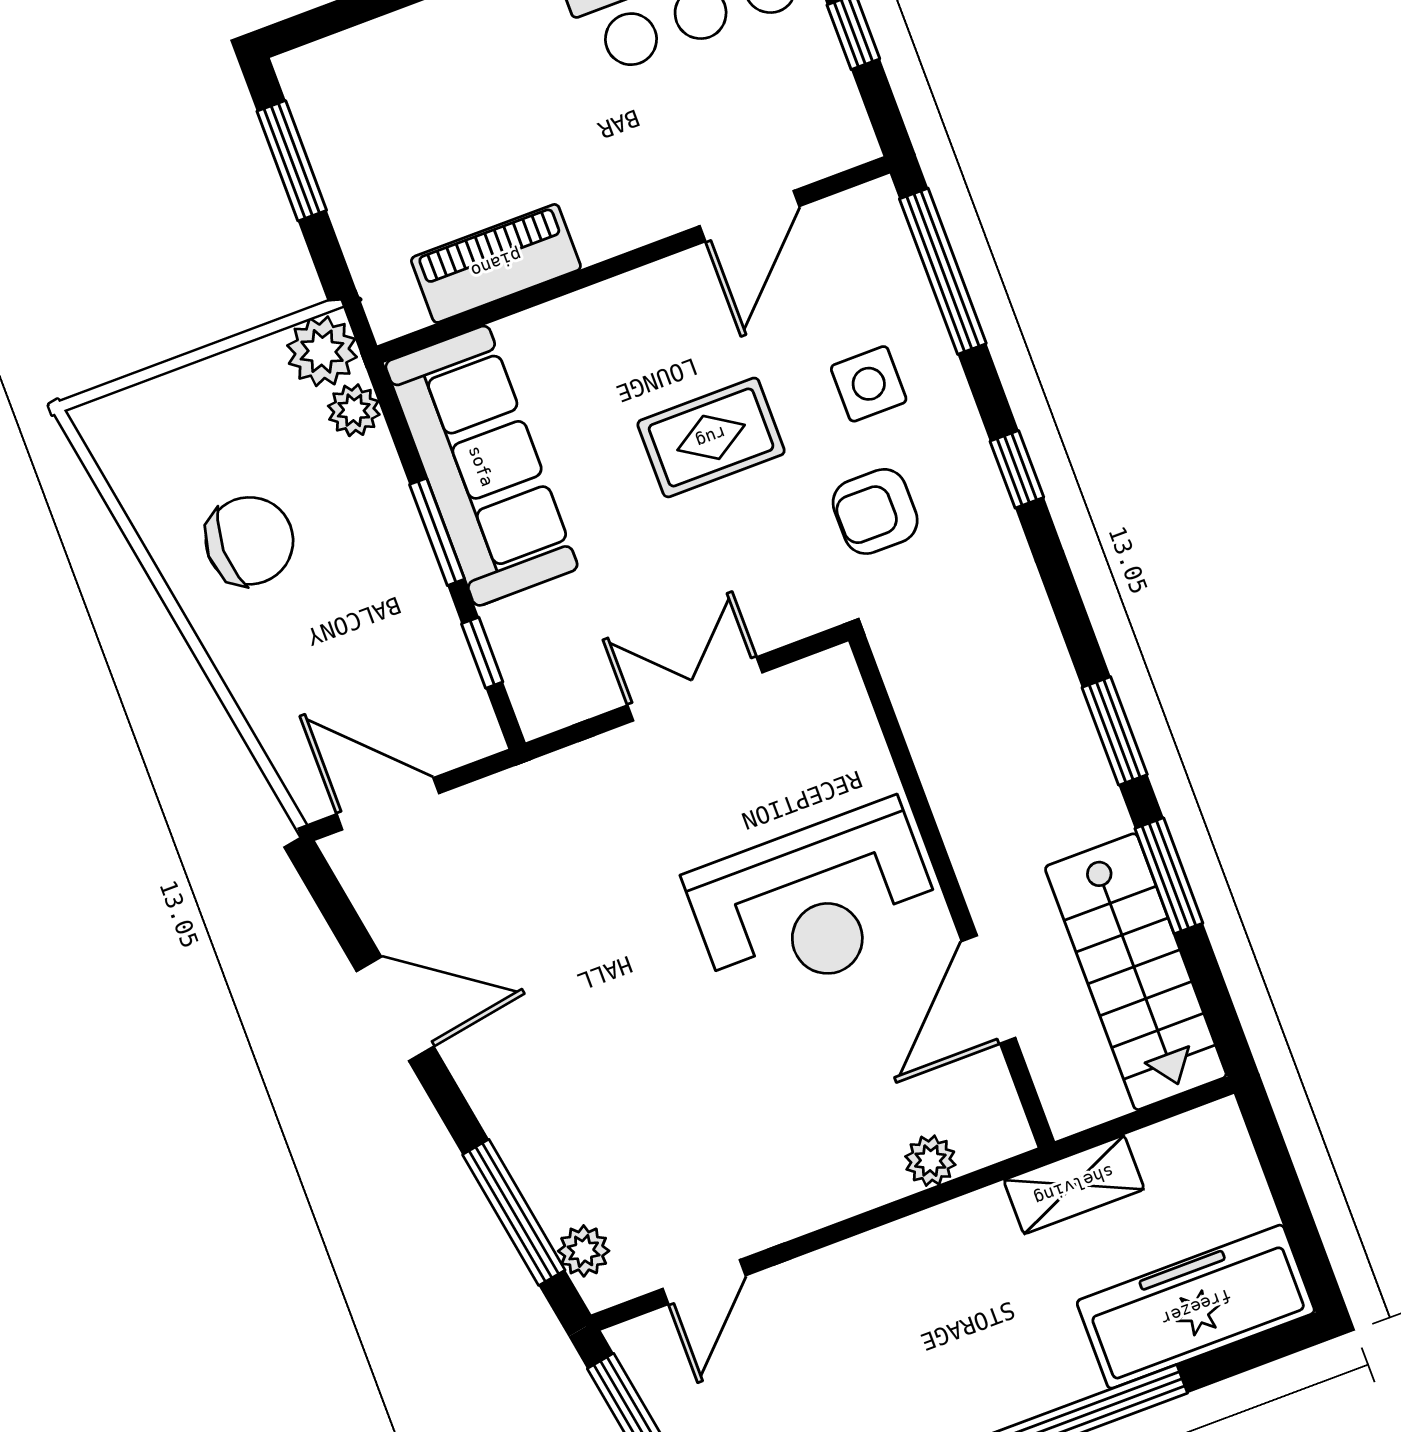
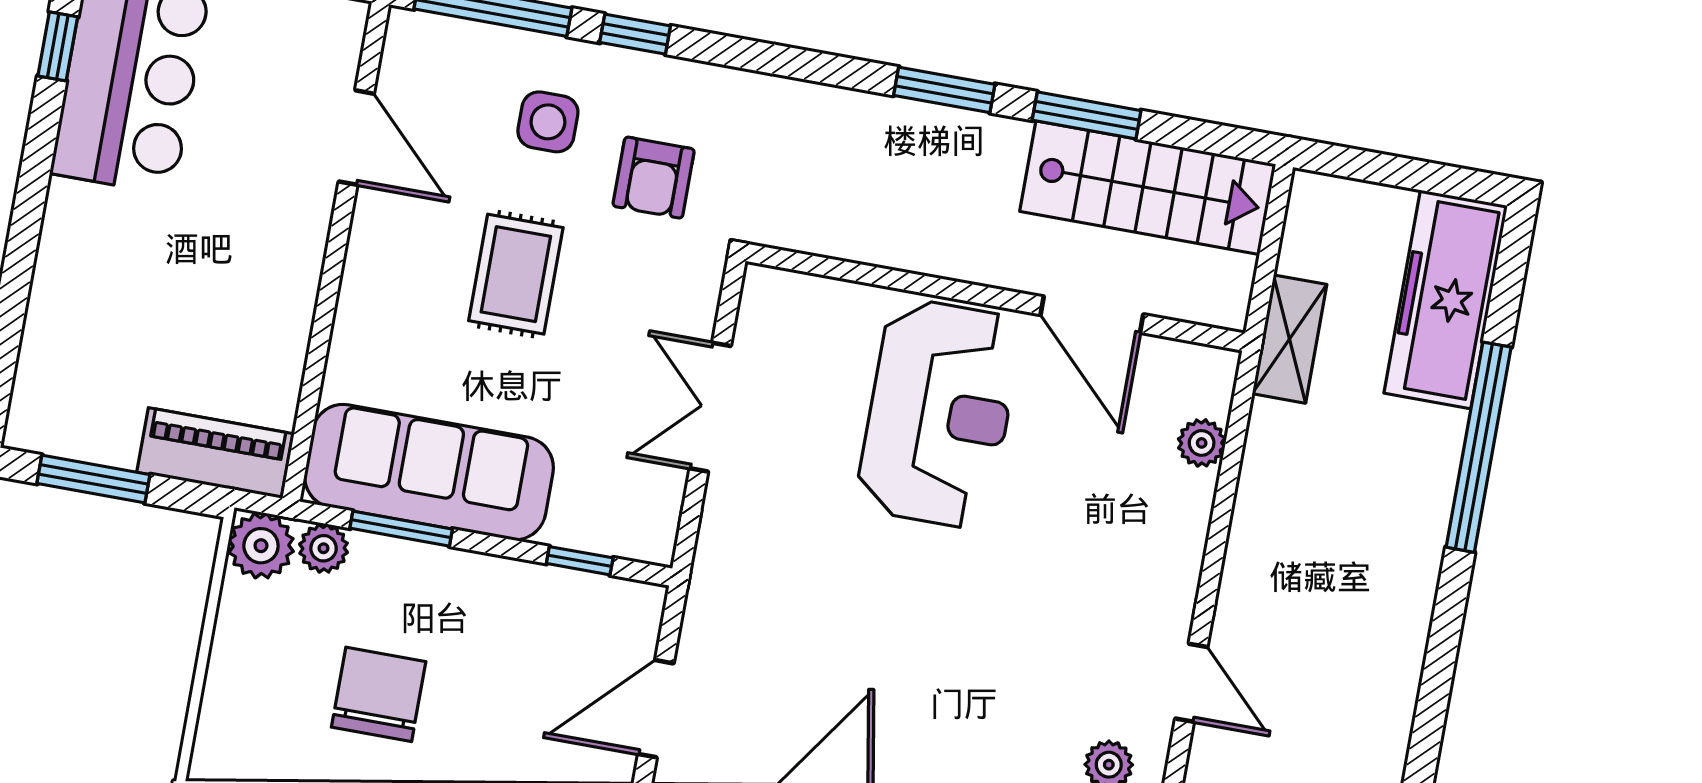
piano: (496, 263) -> (215, 453), moved, turned 90
window: (1017, 469) -> (635, 34), moved
window: (437, 532) -> (401, 529), moved

